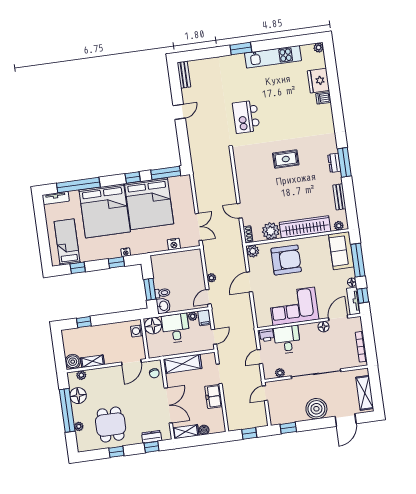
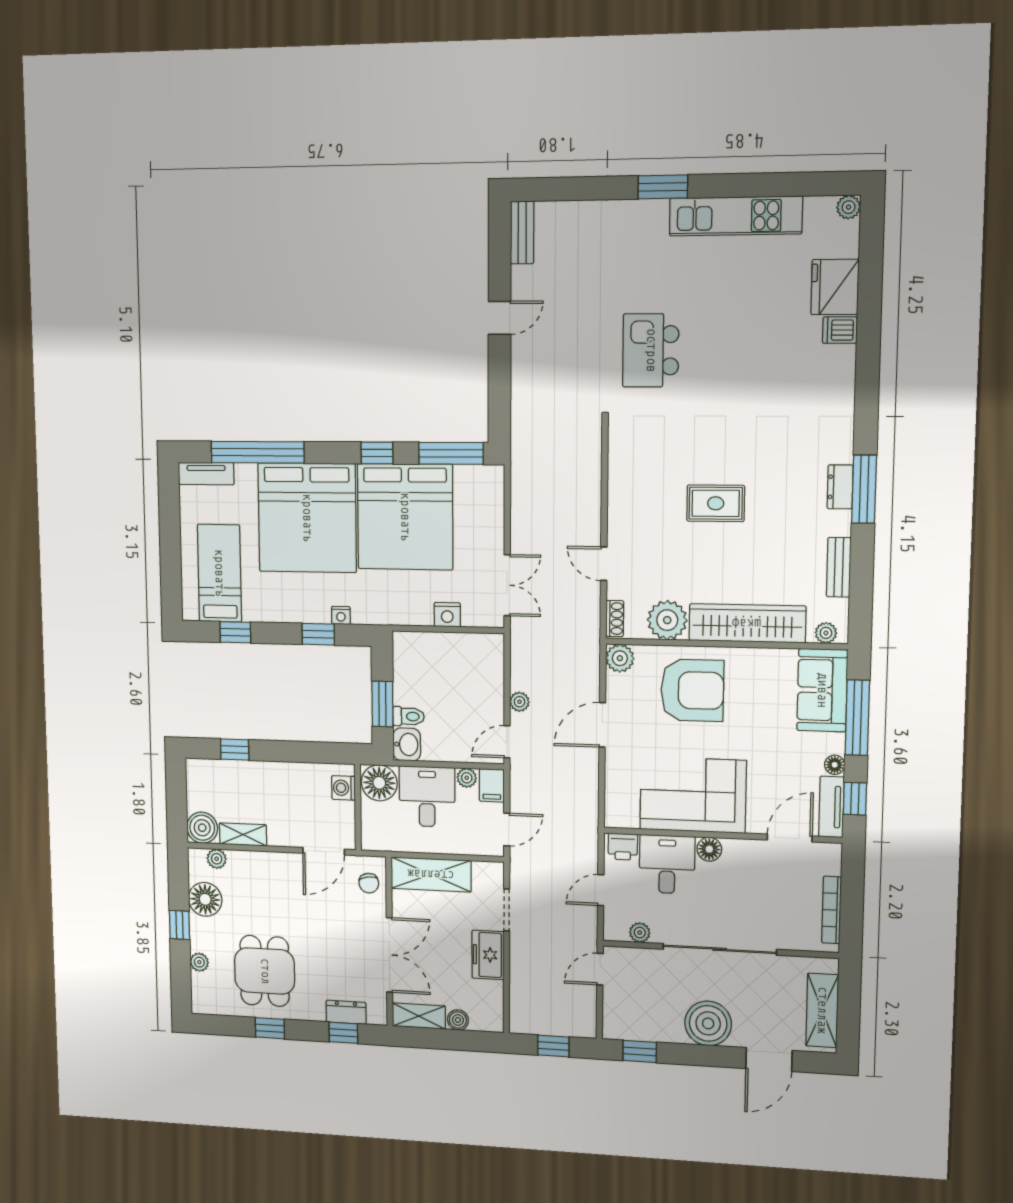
rug: (286, 159) -> (716, 503), moved
floor lamp: (324, 327) -> (709, 849), moved
window: (67, 410) -> (180, 925), width x0.32

